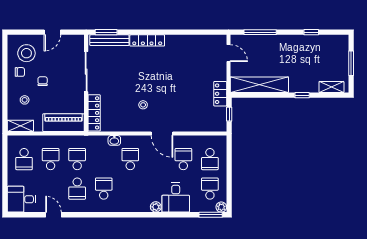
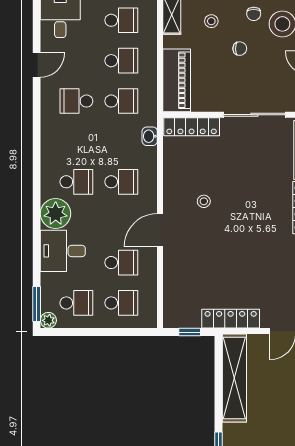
locker: (220, 94) -> (231, 319), width x1.53
washbasin: (114, 140) -> (150, 136), moved
school desk: (24, 159) -> (121, 20), turned 180
school desk: (210, 159) -> (121, 303), turned 180
school desk: (104, 189) -> (76, 182), moved
plant: (156, 207) -> (56, 214), width x1.87, depth x1.87

